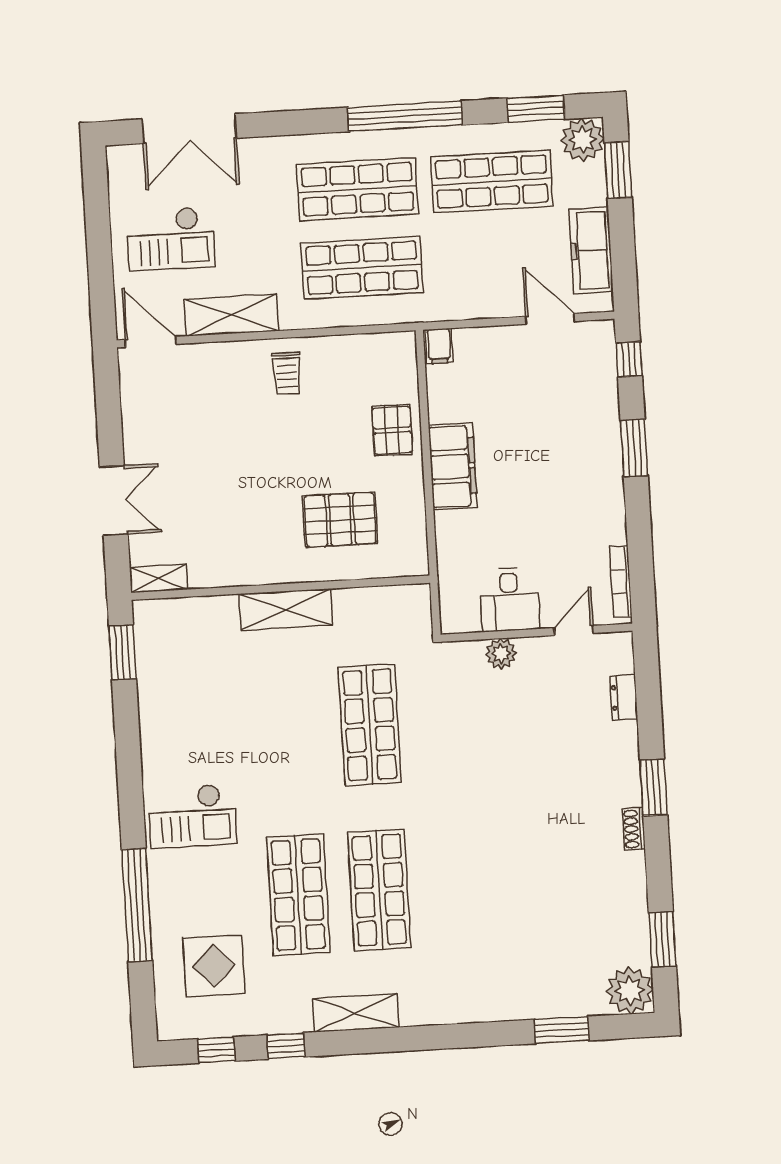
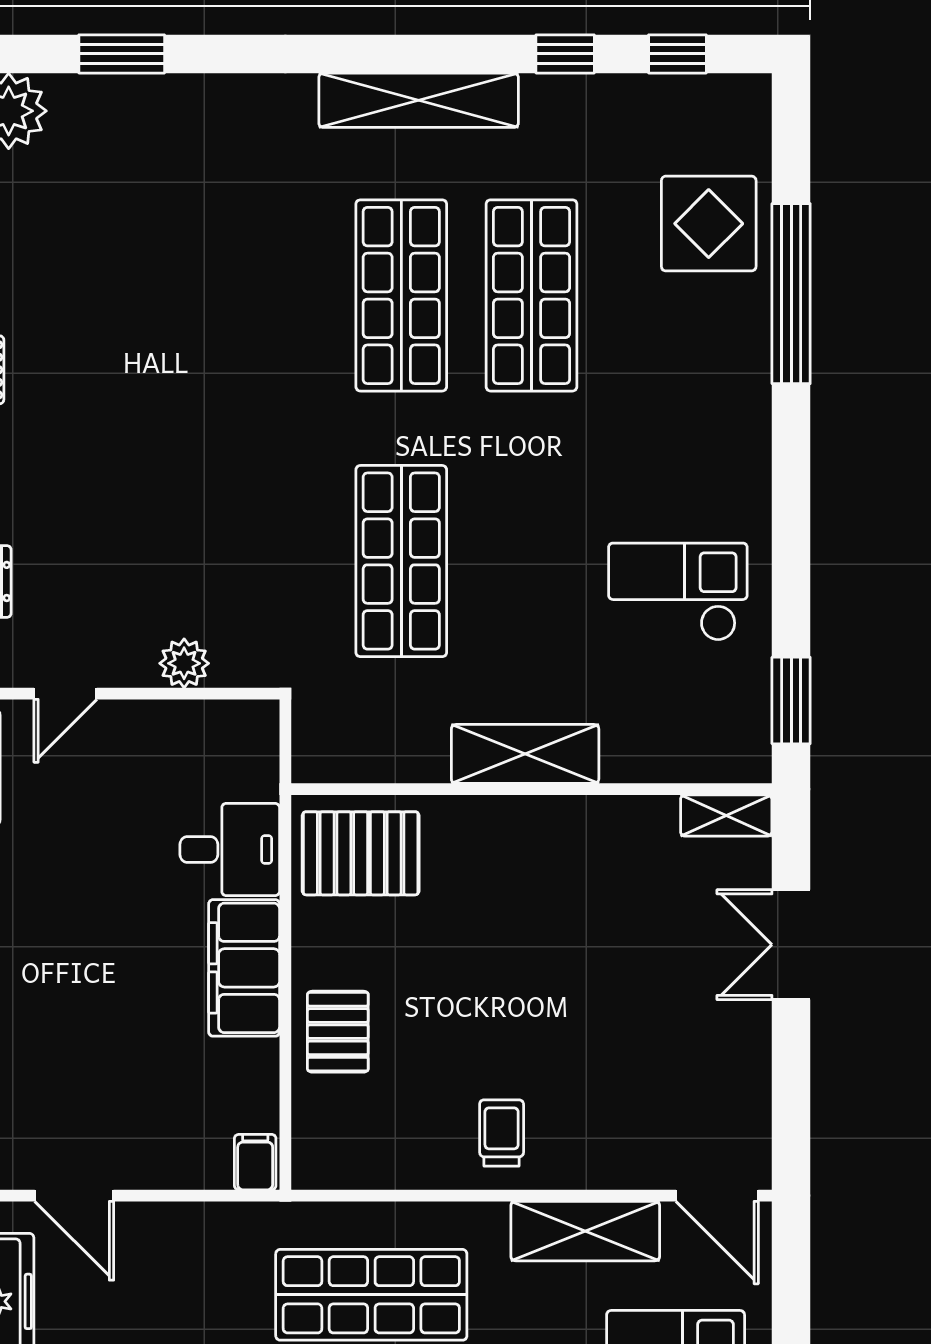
pallet: (340, 520) -> (361, 853), moved
desk: (510, 600) -> (230, 849), moved, turned 90
checkout: (192, 816) -> (678, 592), moved
display table: (214, 966) -> (709, 224), moved
shelving: (356, 1013) -> (419, 100), width x1.47

